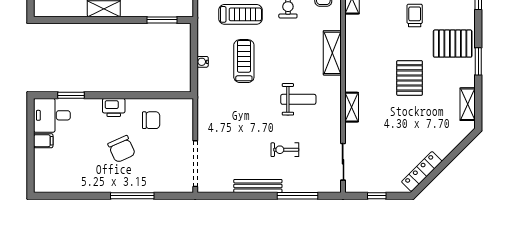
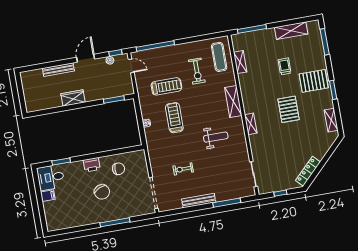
shelving: (352, 107) -> (251, 124), moved
exercise bike: (285, 150) -> (183, 169), moved

